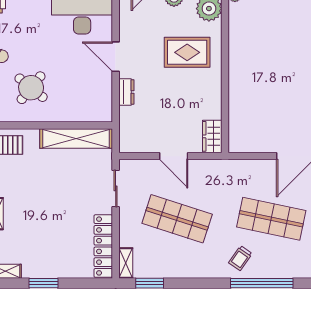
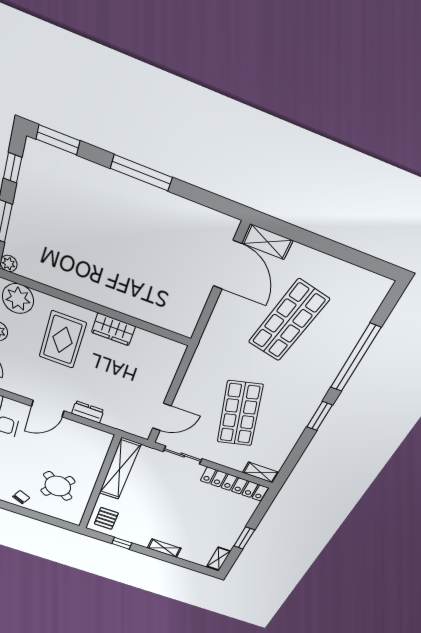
wardrobe: (212, 136) -> (113, 329), moved
door: (174, 156) -> (162, 417), moved
shop shelf: (177, 219) -> (240, 414), turned -33
trolley: (240, 258) -> (315, 370), removed
window: (150, 283) -> (319, 416), moved

